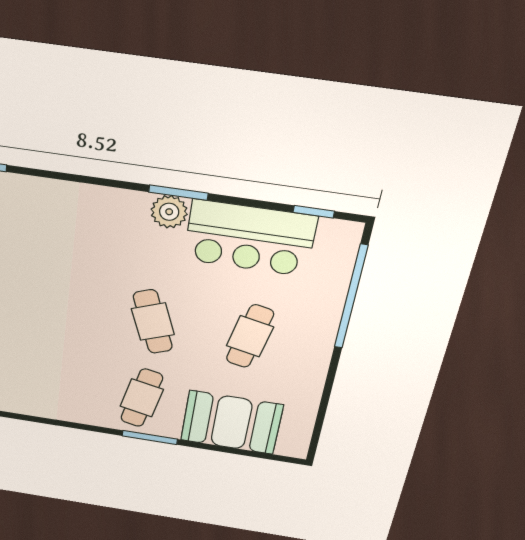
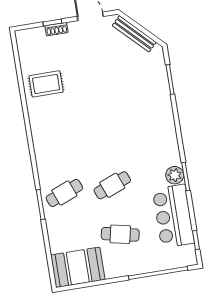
cafe table: (142, 398) -> (64, 193), turned -33
booth: (232, 422) -> (78, 267), moved, turned 90

